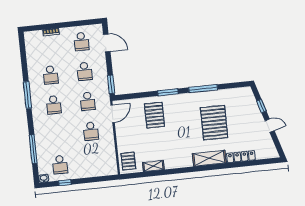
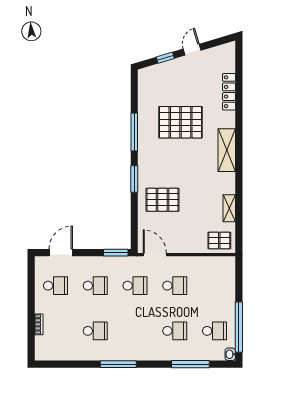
school desk: (54, 105) -> (175, 331), moved
shelving: (209, 158) -> (227, 150), moved
window: (65, 183) -> (239, 327), width x3.17

